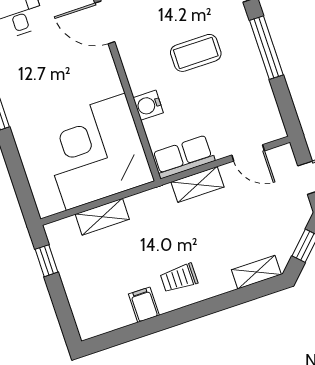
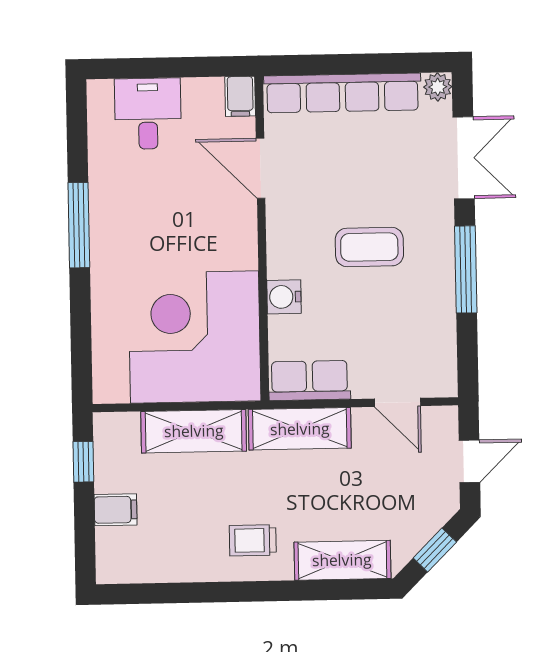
shelving: (198, 185) -> (300, 429), width x1.50, depth x1.33
shelving: (102, 217) -> (194, 431), width x1.50, depth x1.33
shelving: (256, 272) -> (342, 560), width x1.50, depth x1.33
filing cabinet: (144, 305) -> (116, 510), moved, turned 90

